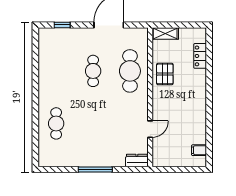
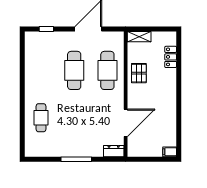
cafe table: (93, 71) -> (74, 70), width x1.37, depth x1.35
door: (150, 129) -> (126, 123), width x1.88
filing cabinet: (199, 150) -> (170, 152), moved

